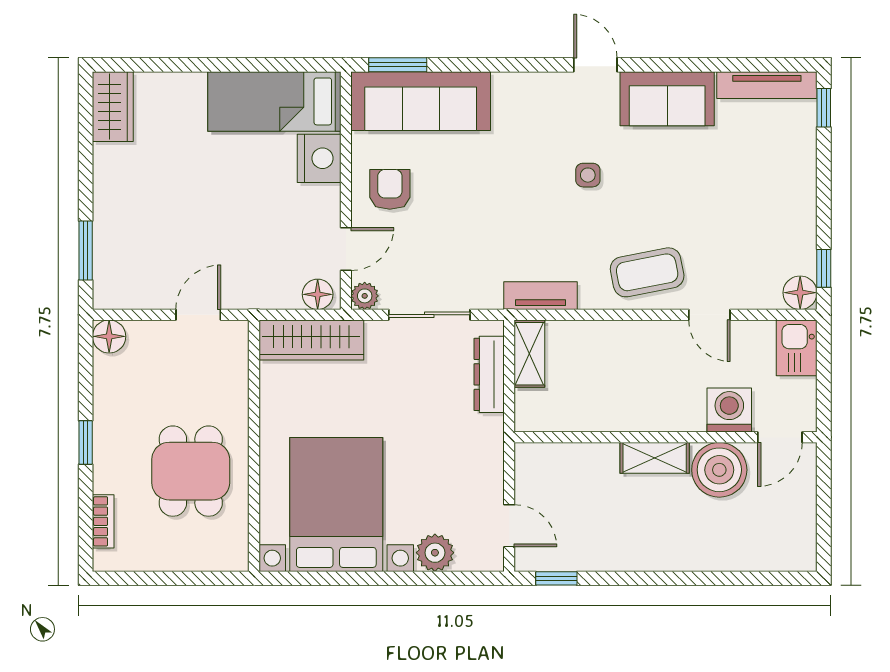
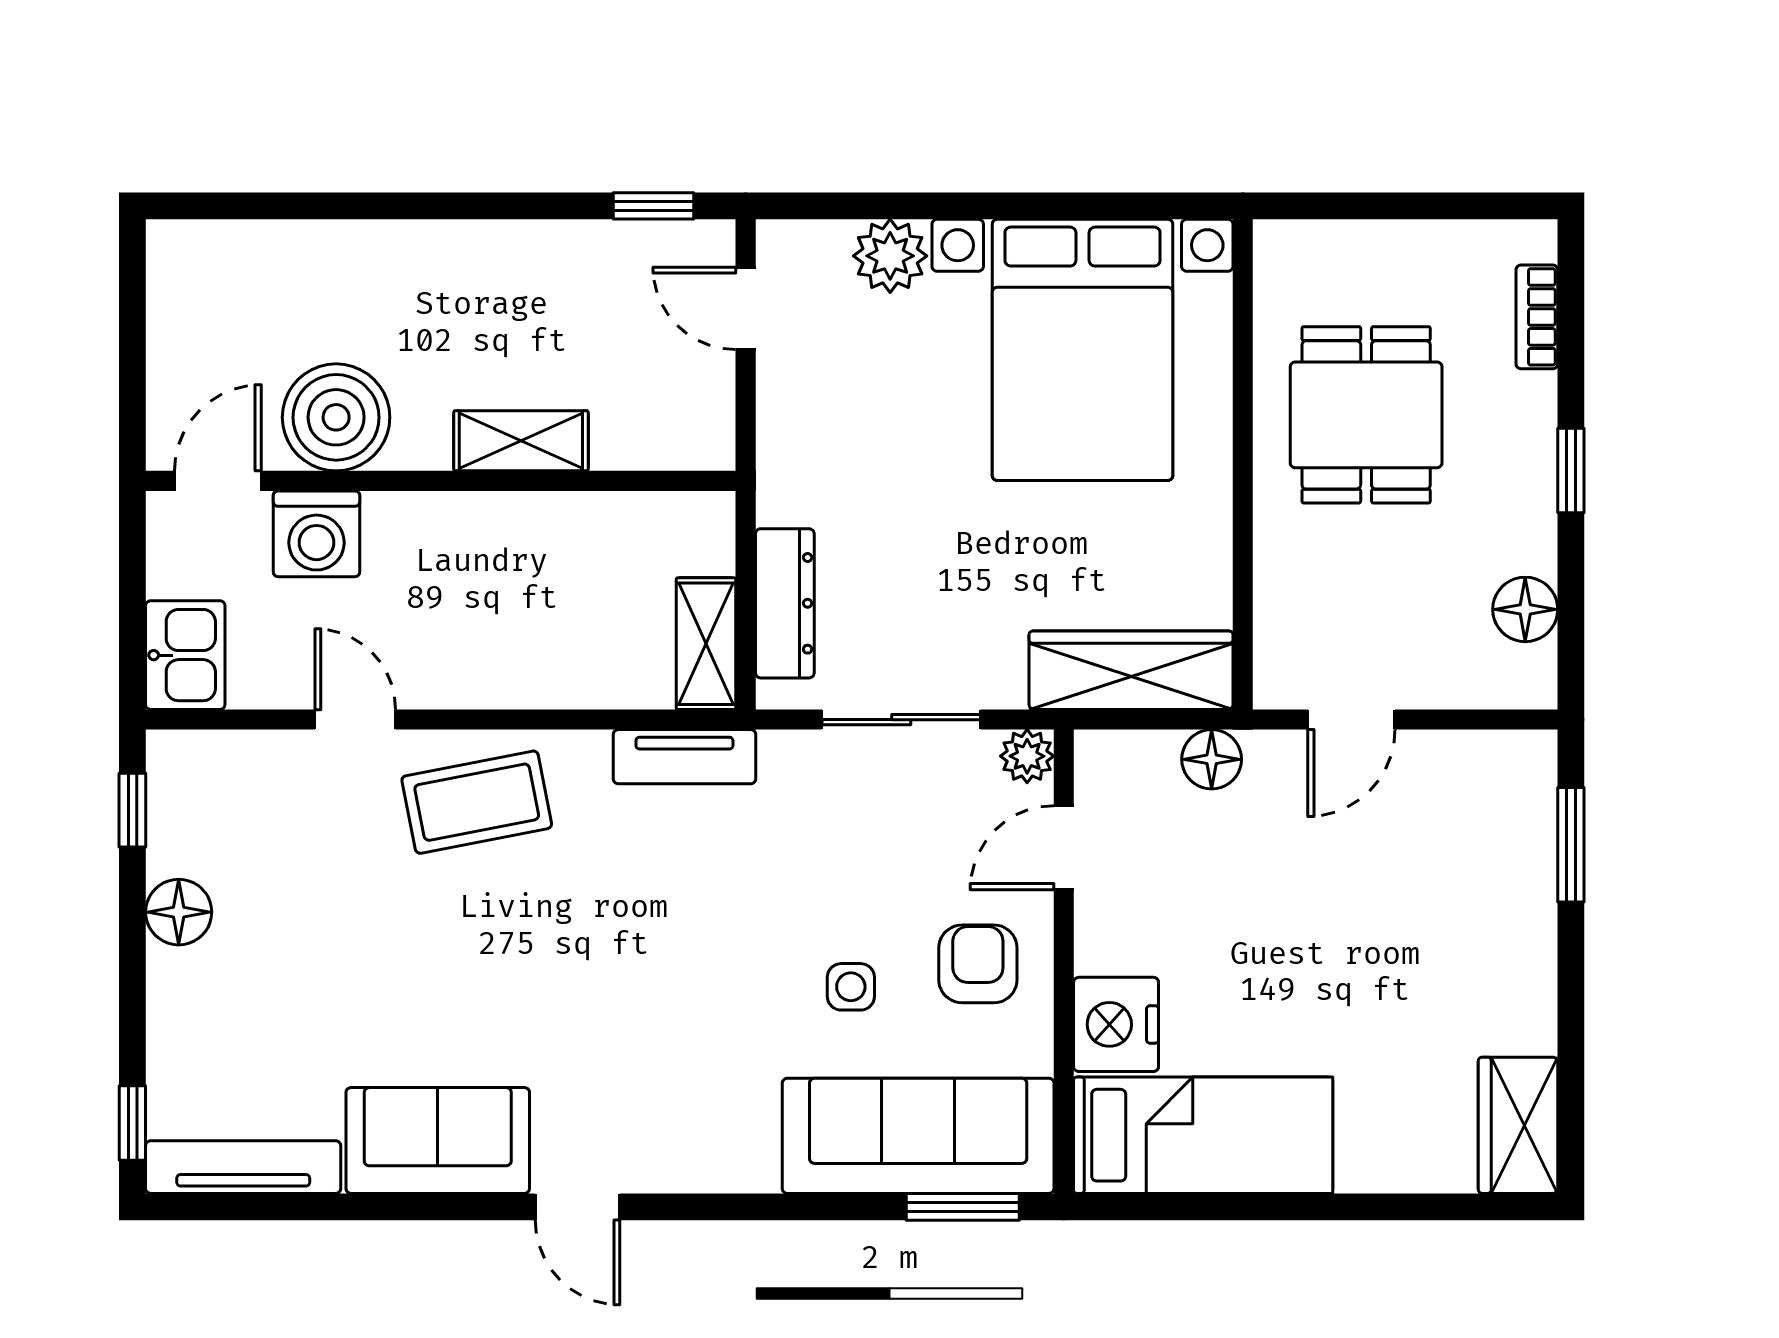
side table: (588, 175) -> (851, 987), moved
armchair: (390, 189) -> (978, 964), turned 180
floor lamp: (800, 293) -> (179, 912), moved
floor lamp: (318, 294) -> (1212, 759), moved
floor lamp: (109, 336) -> (1525, 609), moved
shelving: (655, 458) -> (521, 441), moved

